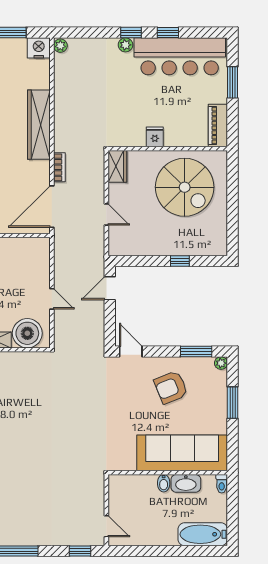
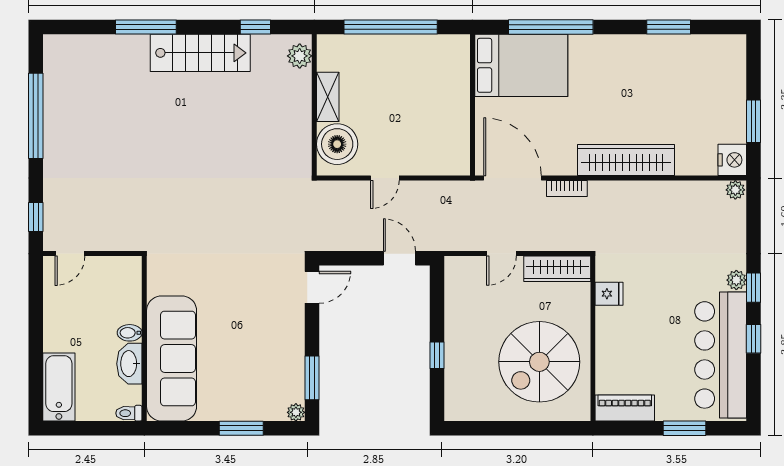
fridge: (155, 137) -> (609, 294), moved
wardrobe: (117, 166) -> (557, 269), width x1.50
armchair: (171, 387) -> (262, 343), removed

